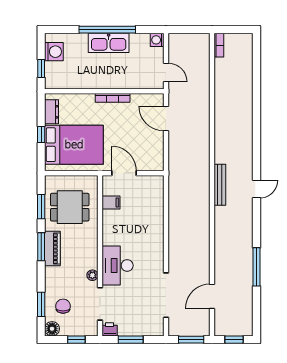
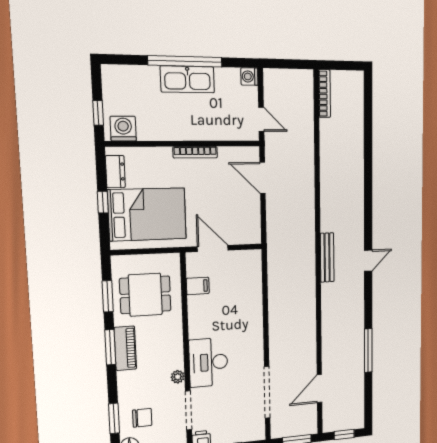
bookcase: (219, 45) -> (325, 94), width x1.56
washing machine: (54, 52) -> (123, 129), moved, turned -90
chair: (63, 306) -> (142, 418), turned 90

